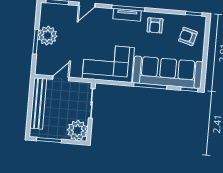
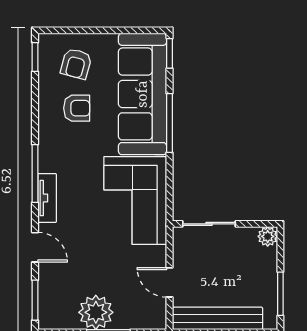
tv unit: (127, 15) -> (47, 198), moved
armchair: (155, 25) -> (77, 108), moved
plant: (77, 130) -> (268, 236), width x0.53, depth x0.53

